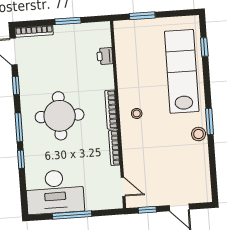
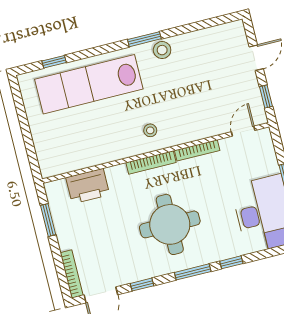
window: (142, 16) -> (29, 145), removed
window: (68, 21) -> (48, 220), moved
printer: (105, 56) -> (88, 186), width x1.87, depth x1.48

